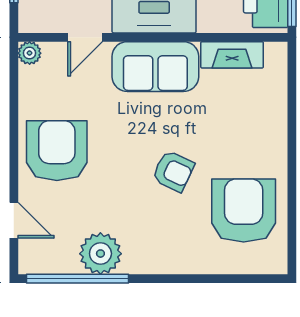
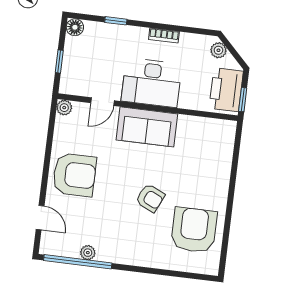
fireplace: (232, 55) -> (199, 125), removed
armchair: (57, 151) -> (74, 175), turned 90
plant: (100, 254) -> (88, 253), width x0.53, depth x0.53

